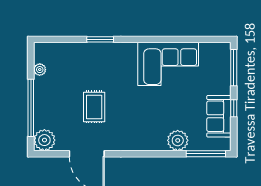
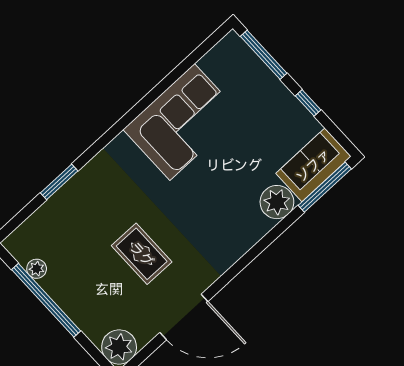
window: (100, 39) -> (59, 182), moved
window: (31, 108) -> (46, 300), moved
sofa: (219, 116) -> (313, 165), moved, turned 90

